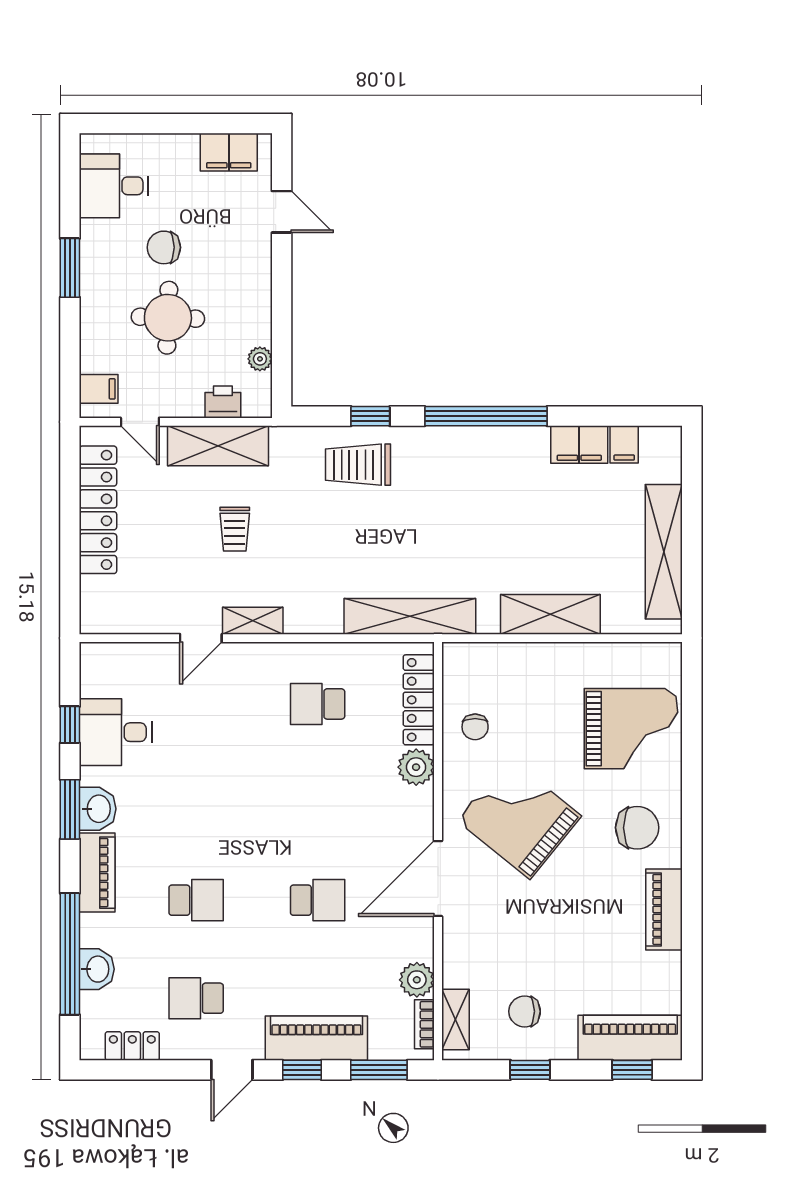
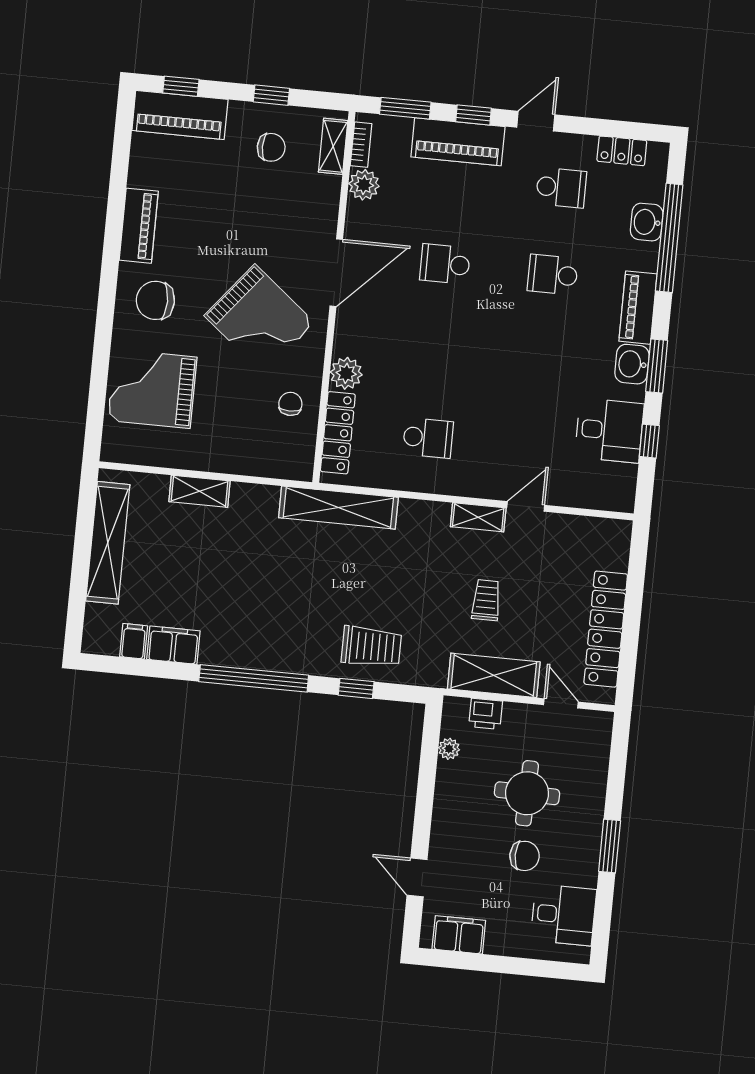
filing cabinet: (99, 389) -> (595, 736), removed
shelving: (550, 614) -> (199, 491), width x0.67, depth x0.75

